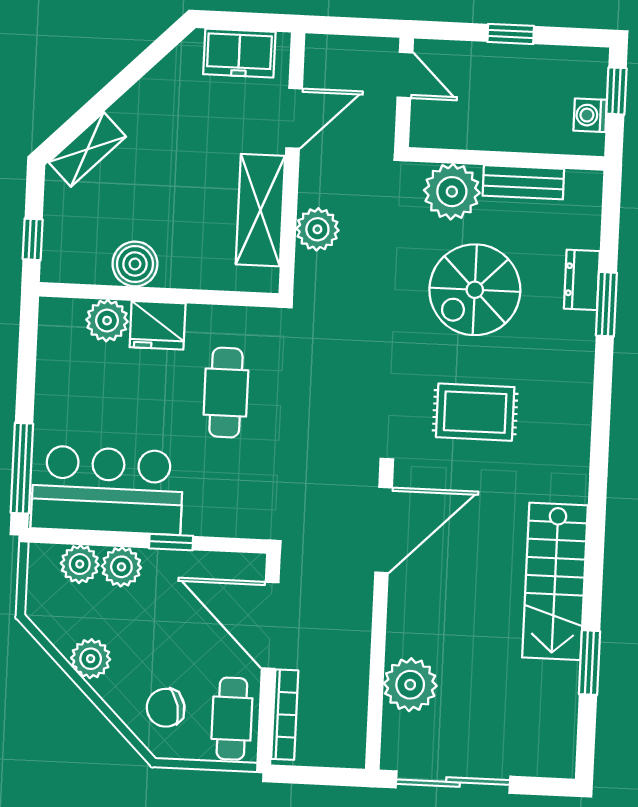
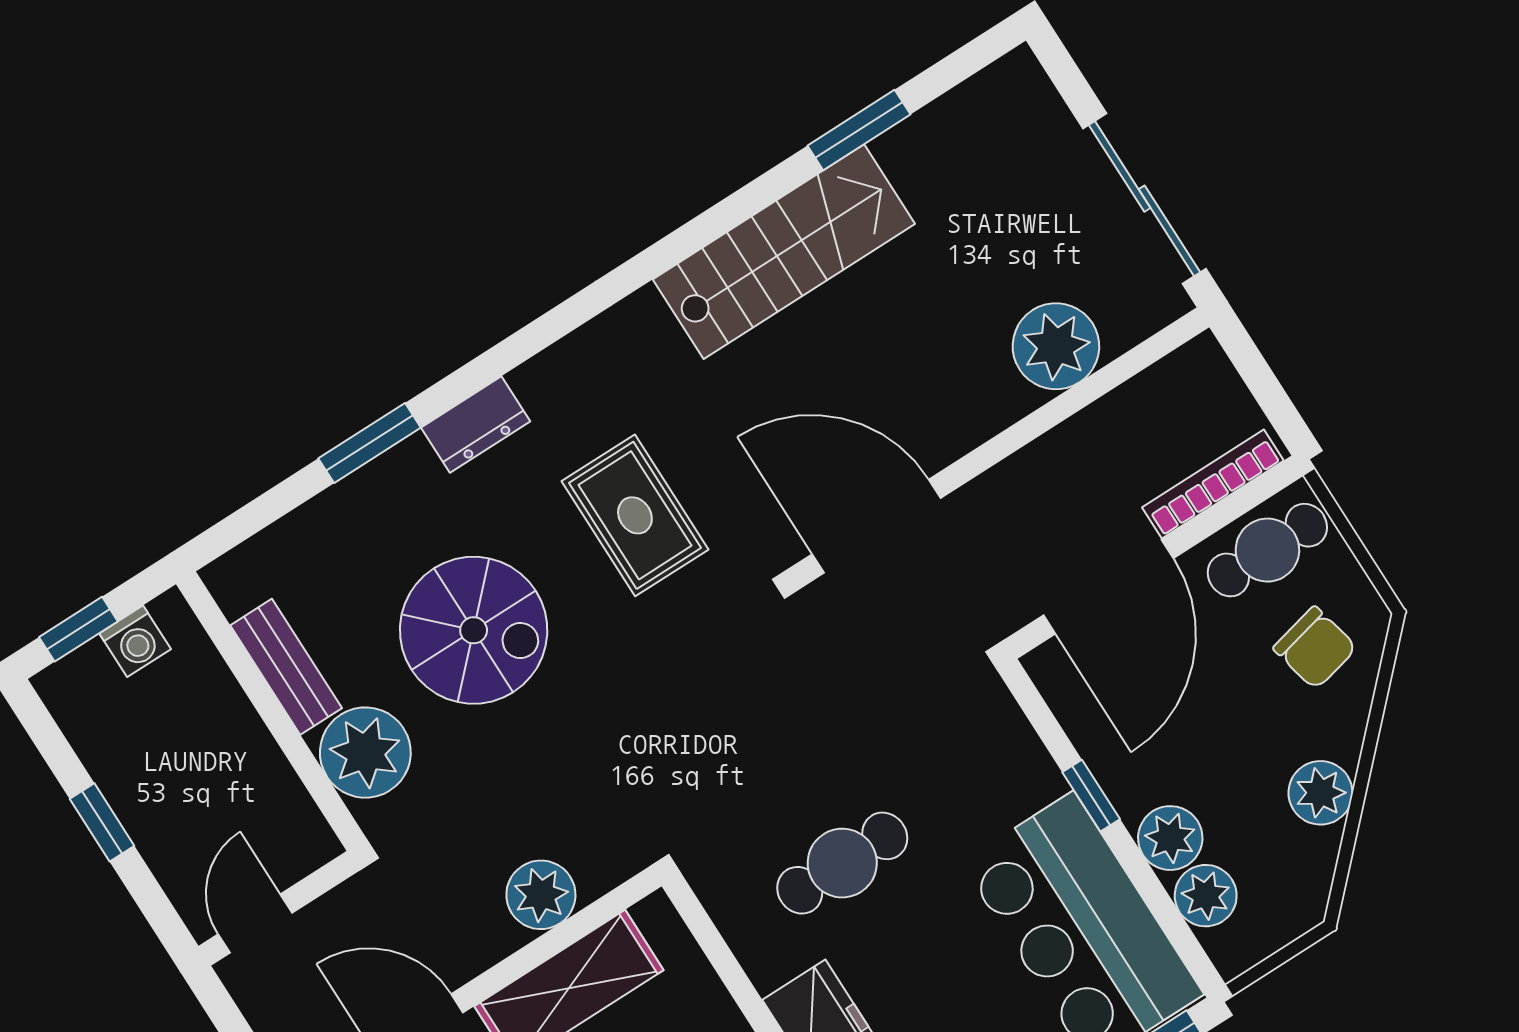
dresser: (582, 280) -> (476, 424), moved

